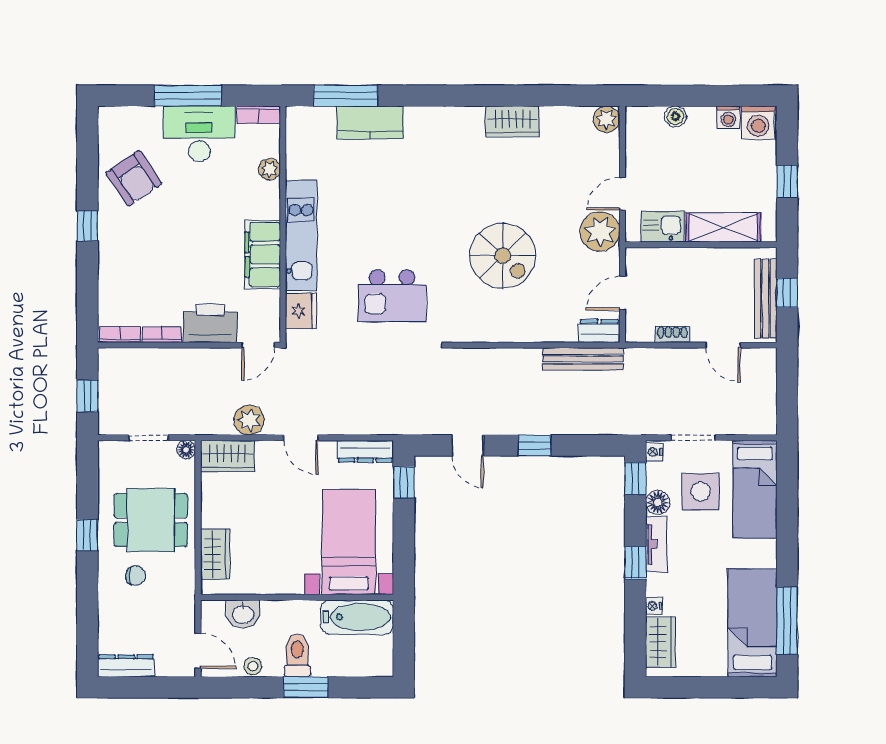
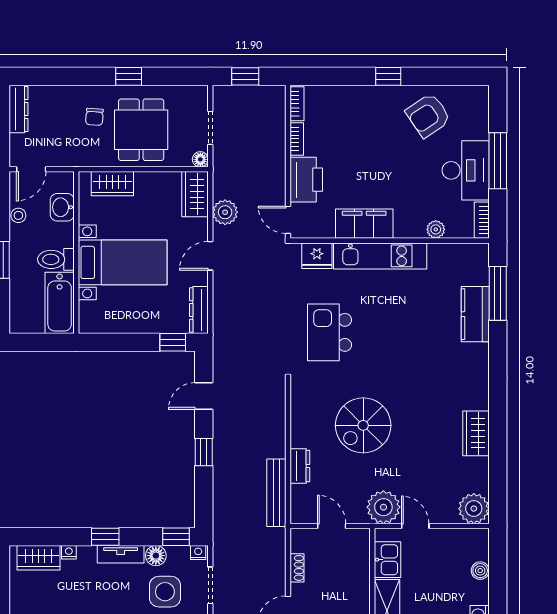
plant: (607, 119) -> (474, 509), width x1.36, depth x1.36
dresser: (599, 331) -> (300, 466), moved
bed with nightstands: (349, 542) -> (123, 262), moved
toilet: (297, 655) -> (56, 259), moved, turned 180

